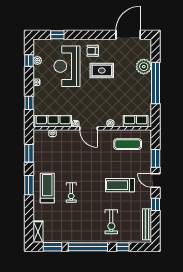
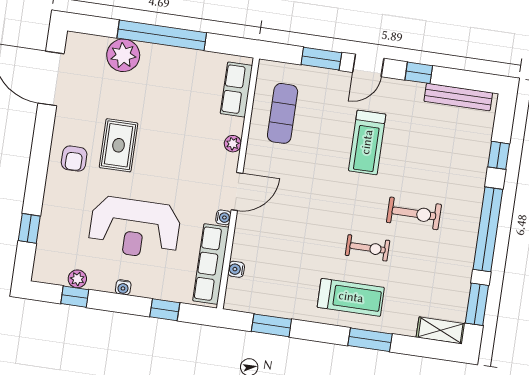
reception desk: (67, 66) -> (135, 228), moved
window: (29, 185) -> (370, 340), moved
treadmill: (47, 188) -> (351, 297), turned 180
exercise bike: (111, 222) -> (414, 213), moved

